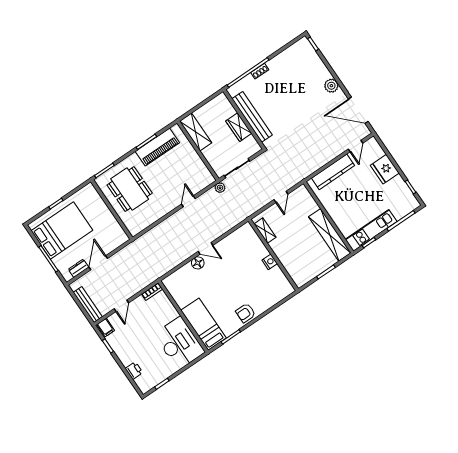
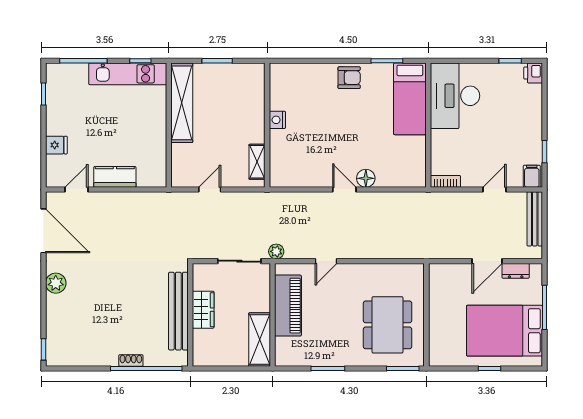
piano: (157, 147) -> (288, 306), moved, turned 90
fridge: (385, 169) -> (56, 145), width x0.53, depth x0.75
kitchen counter: (333, 172) -> (115, 177), width x0.67
printer: (134, 371) -> (533, 73), moved

